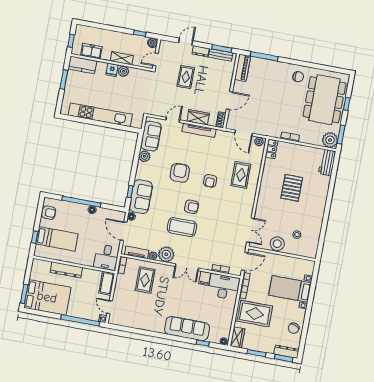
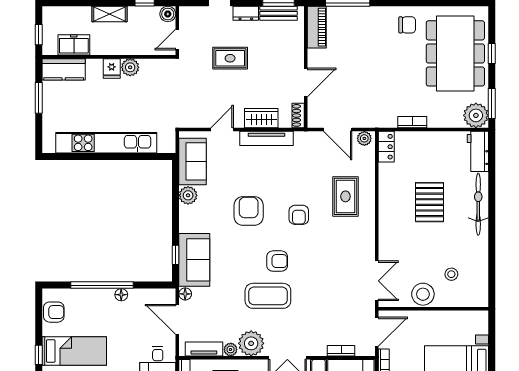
shelving: (122, 58) -> (109, 14), moved
rug: (186, 77) -> (230, 58), turned 90
bicycle: (321, 195) -> (478, 204), added

